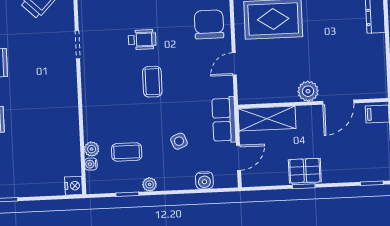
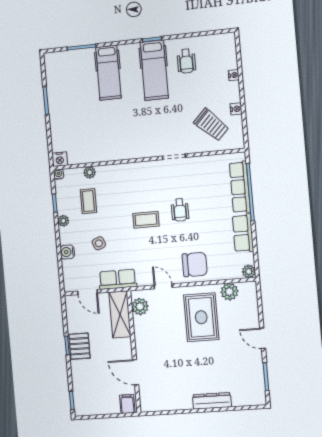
plant: (308, 91) -> (140, 307), moved
water cooler: (91, 164) -> (59, 174), moved
water cooler: (204, 180) -> (67, 252), moved

